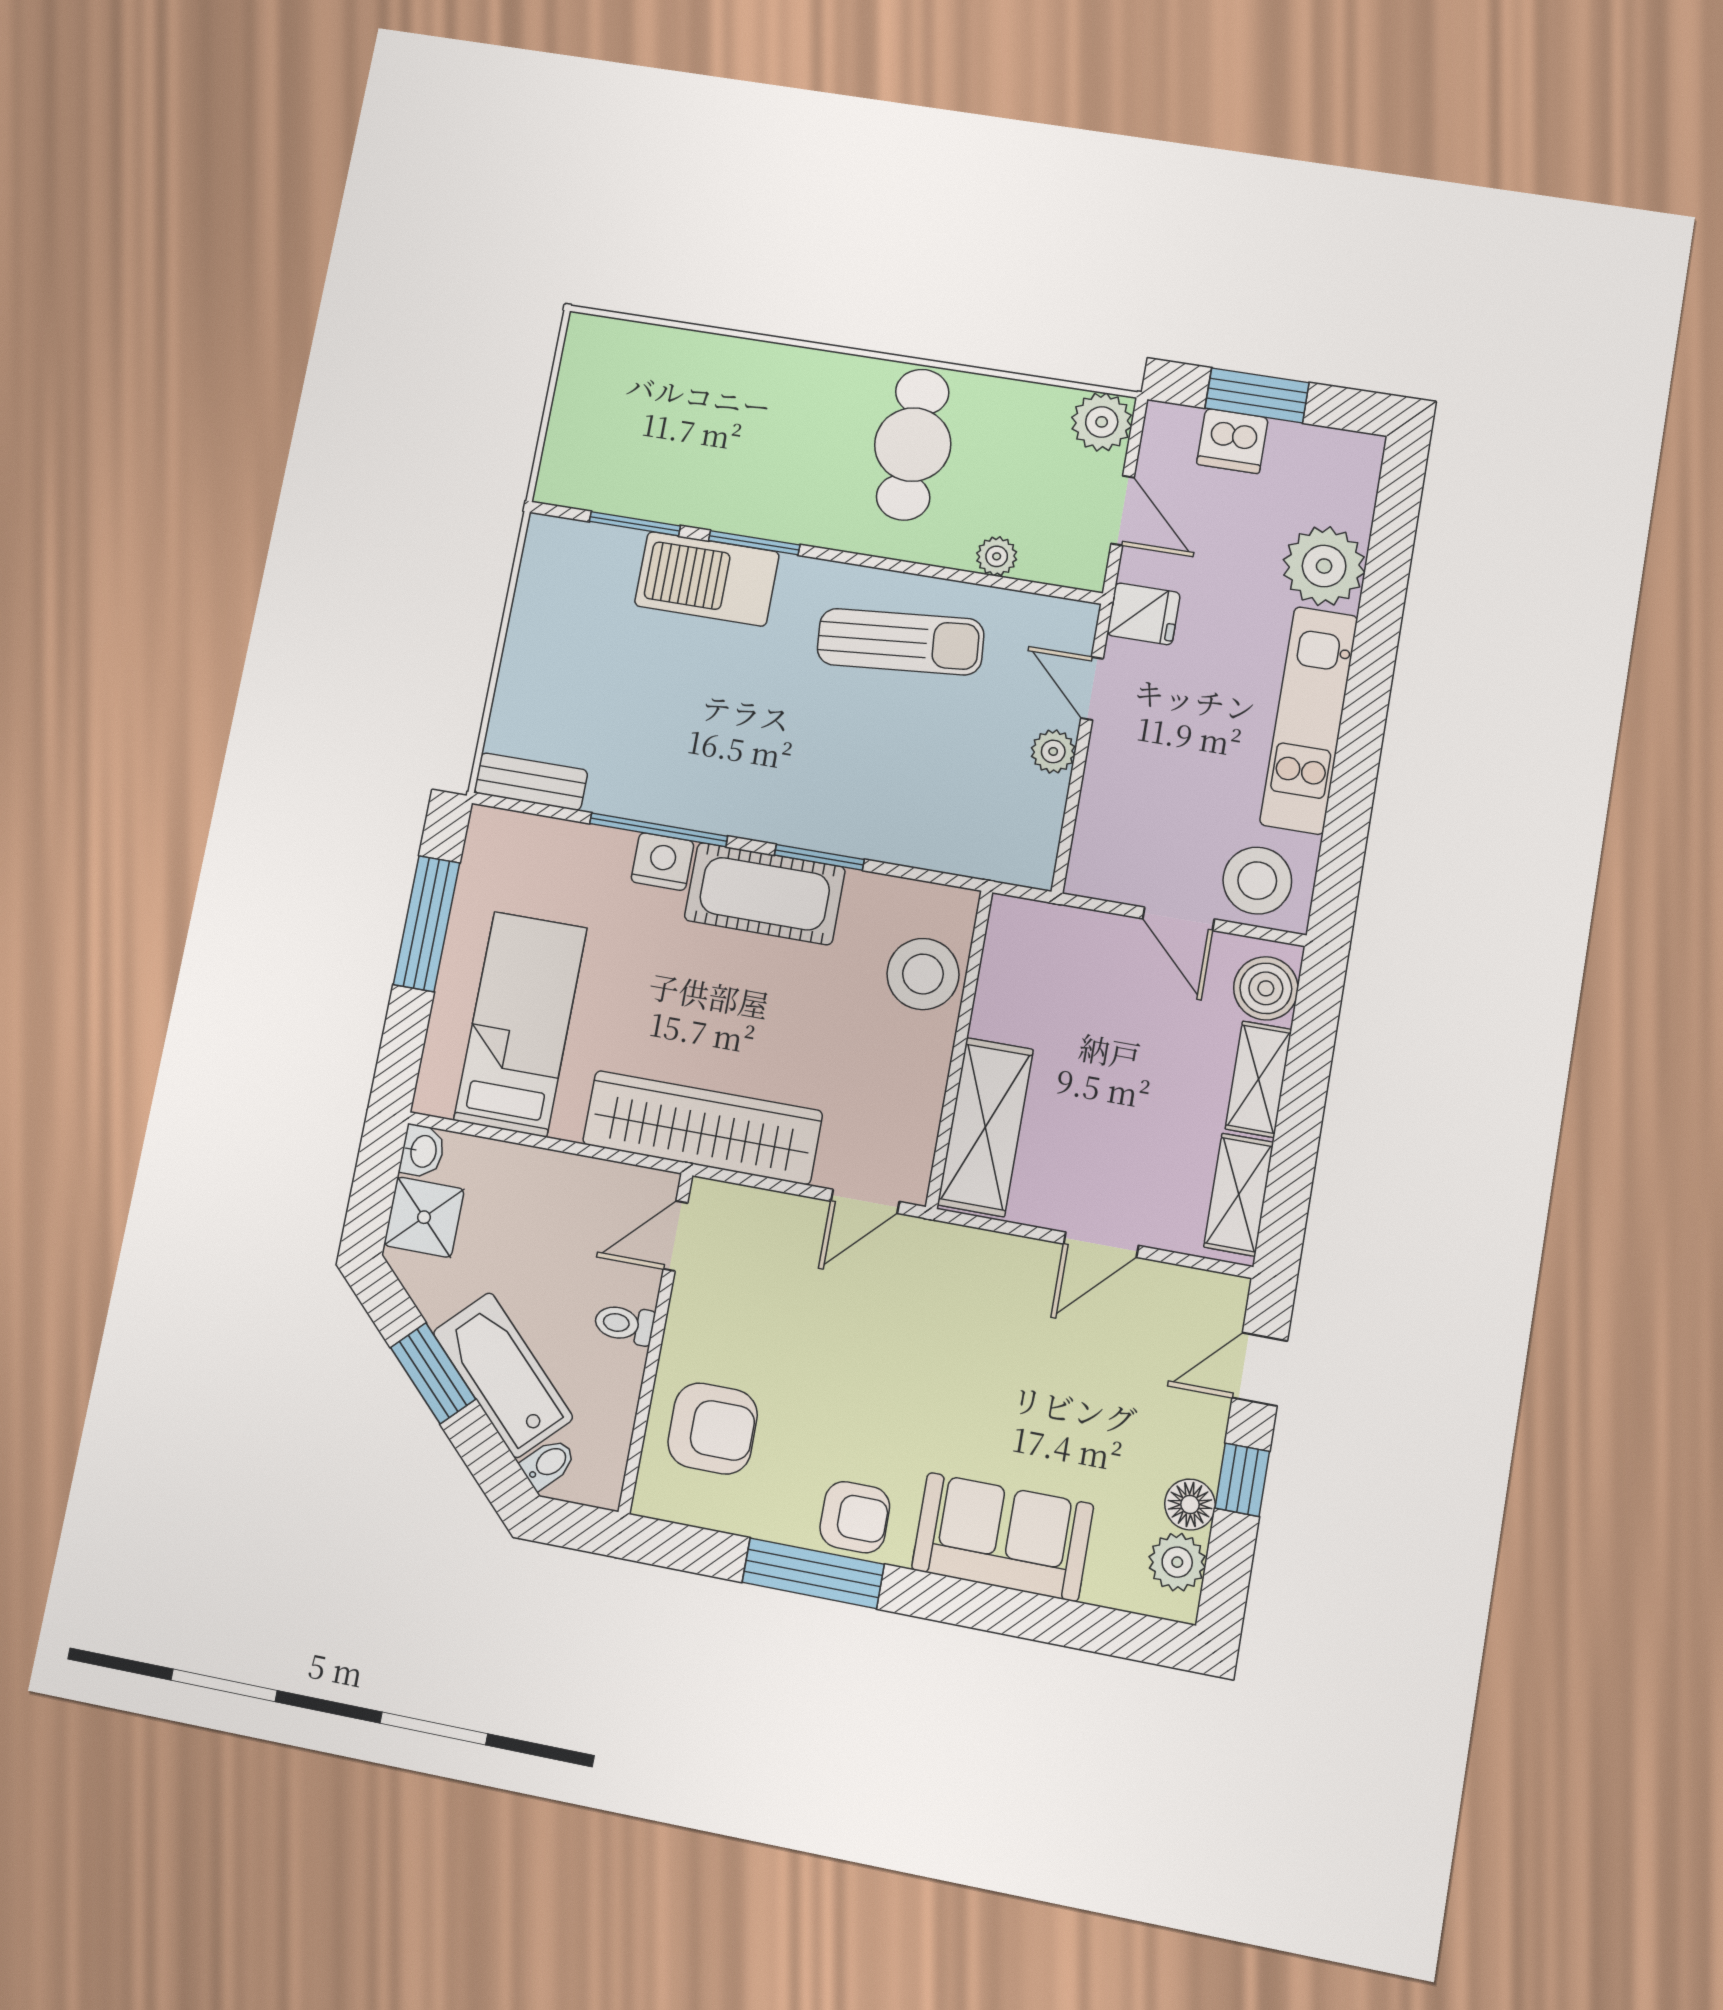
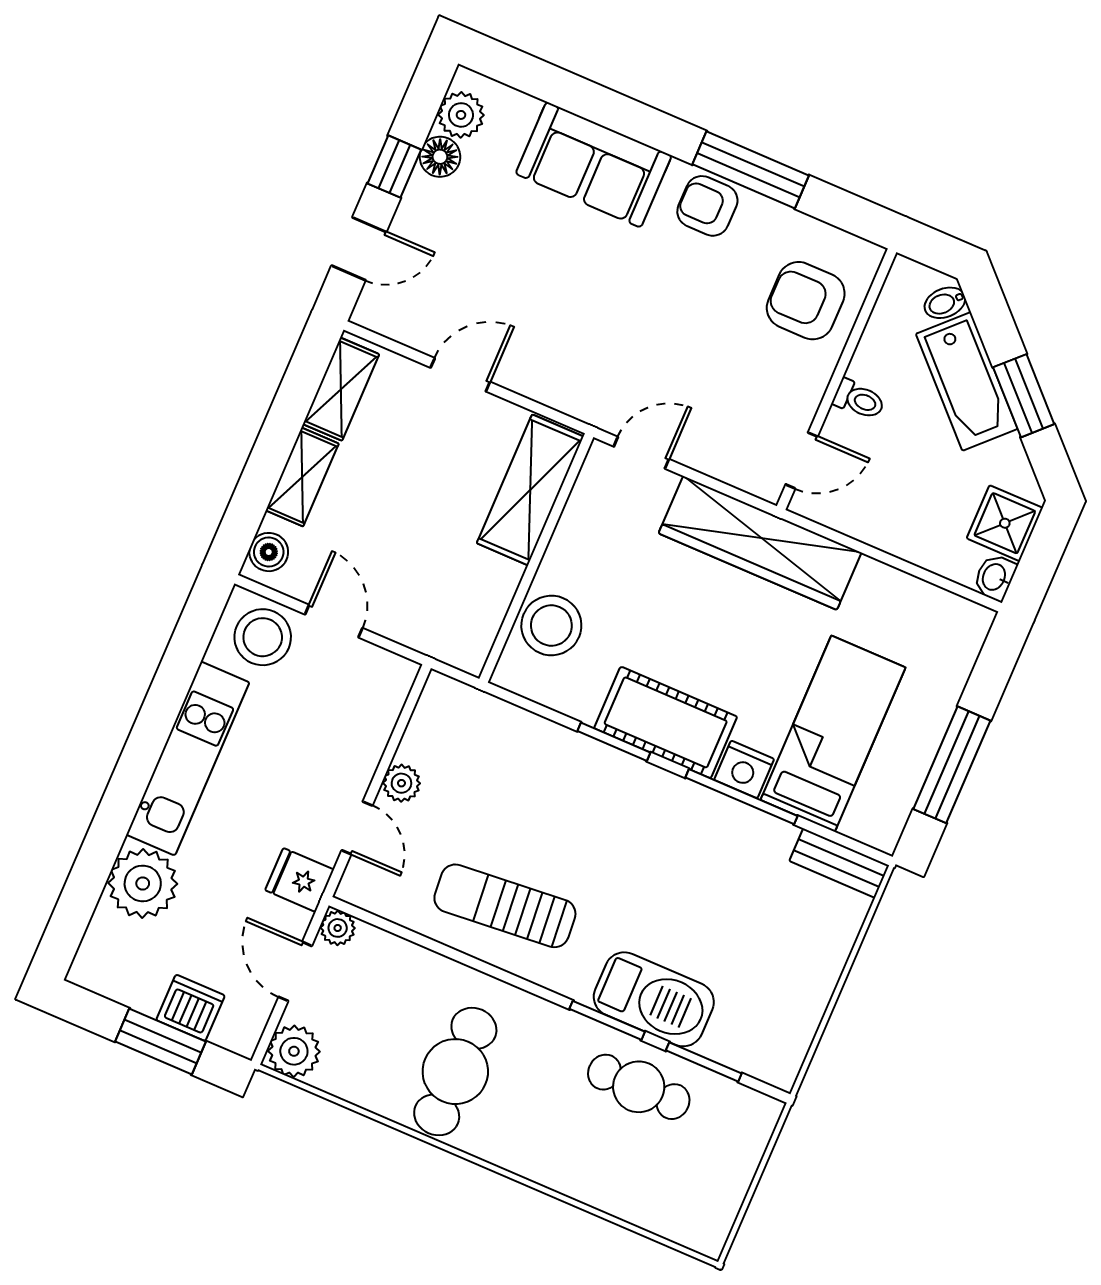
cafe table: (702, 479) -> (639, 1087), added
plant: (997, 556) -> (338, 928), moved
boiler: (1266, 988) -> (269, 552), width x0.73, depth x0.73
bed: (520, 1024) -> (833, 734), moved, turned 180

